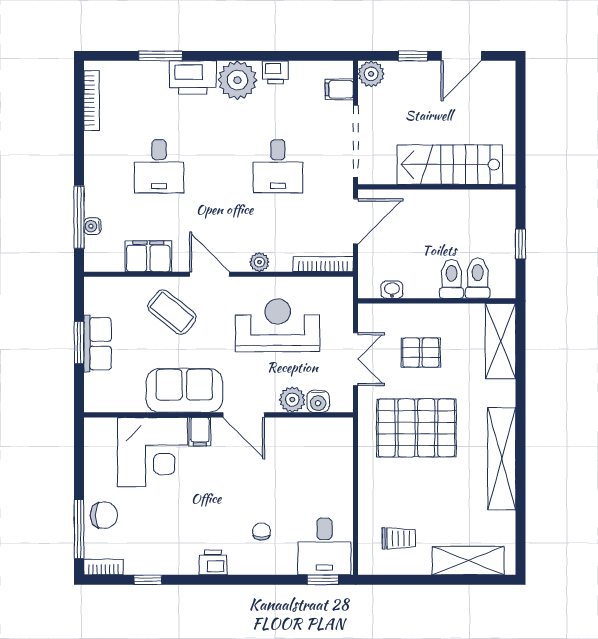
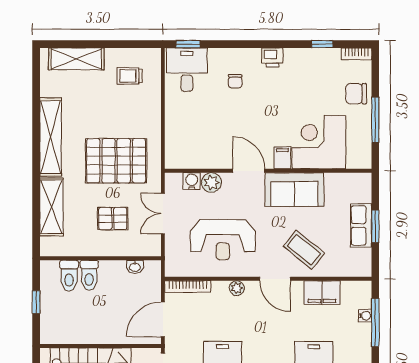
shelving: (501, 341) -> (51, 207), moved
window: (79, 529) -> (375, 120), moved

